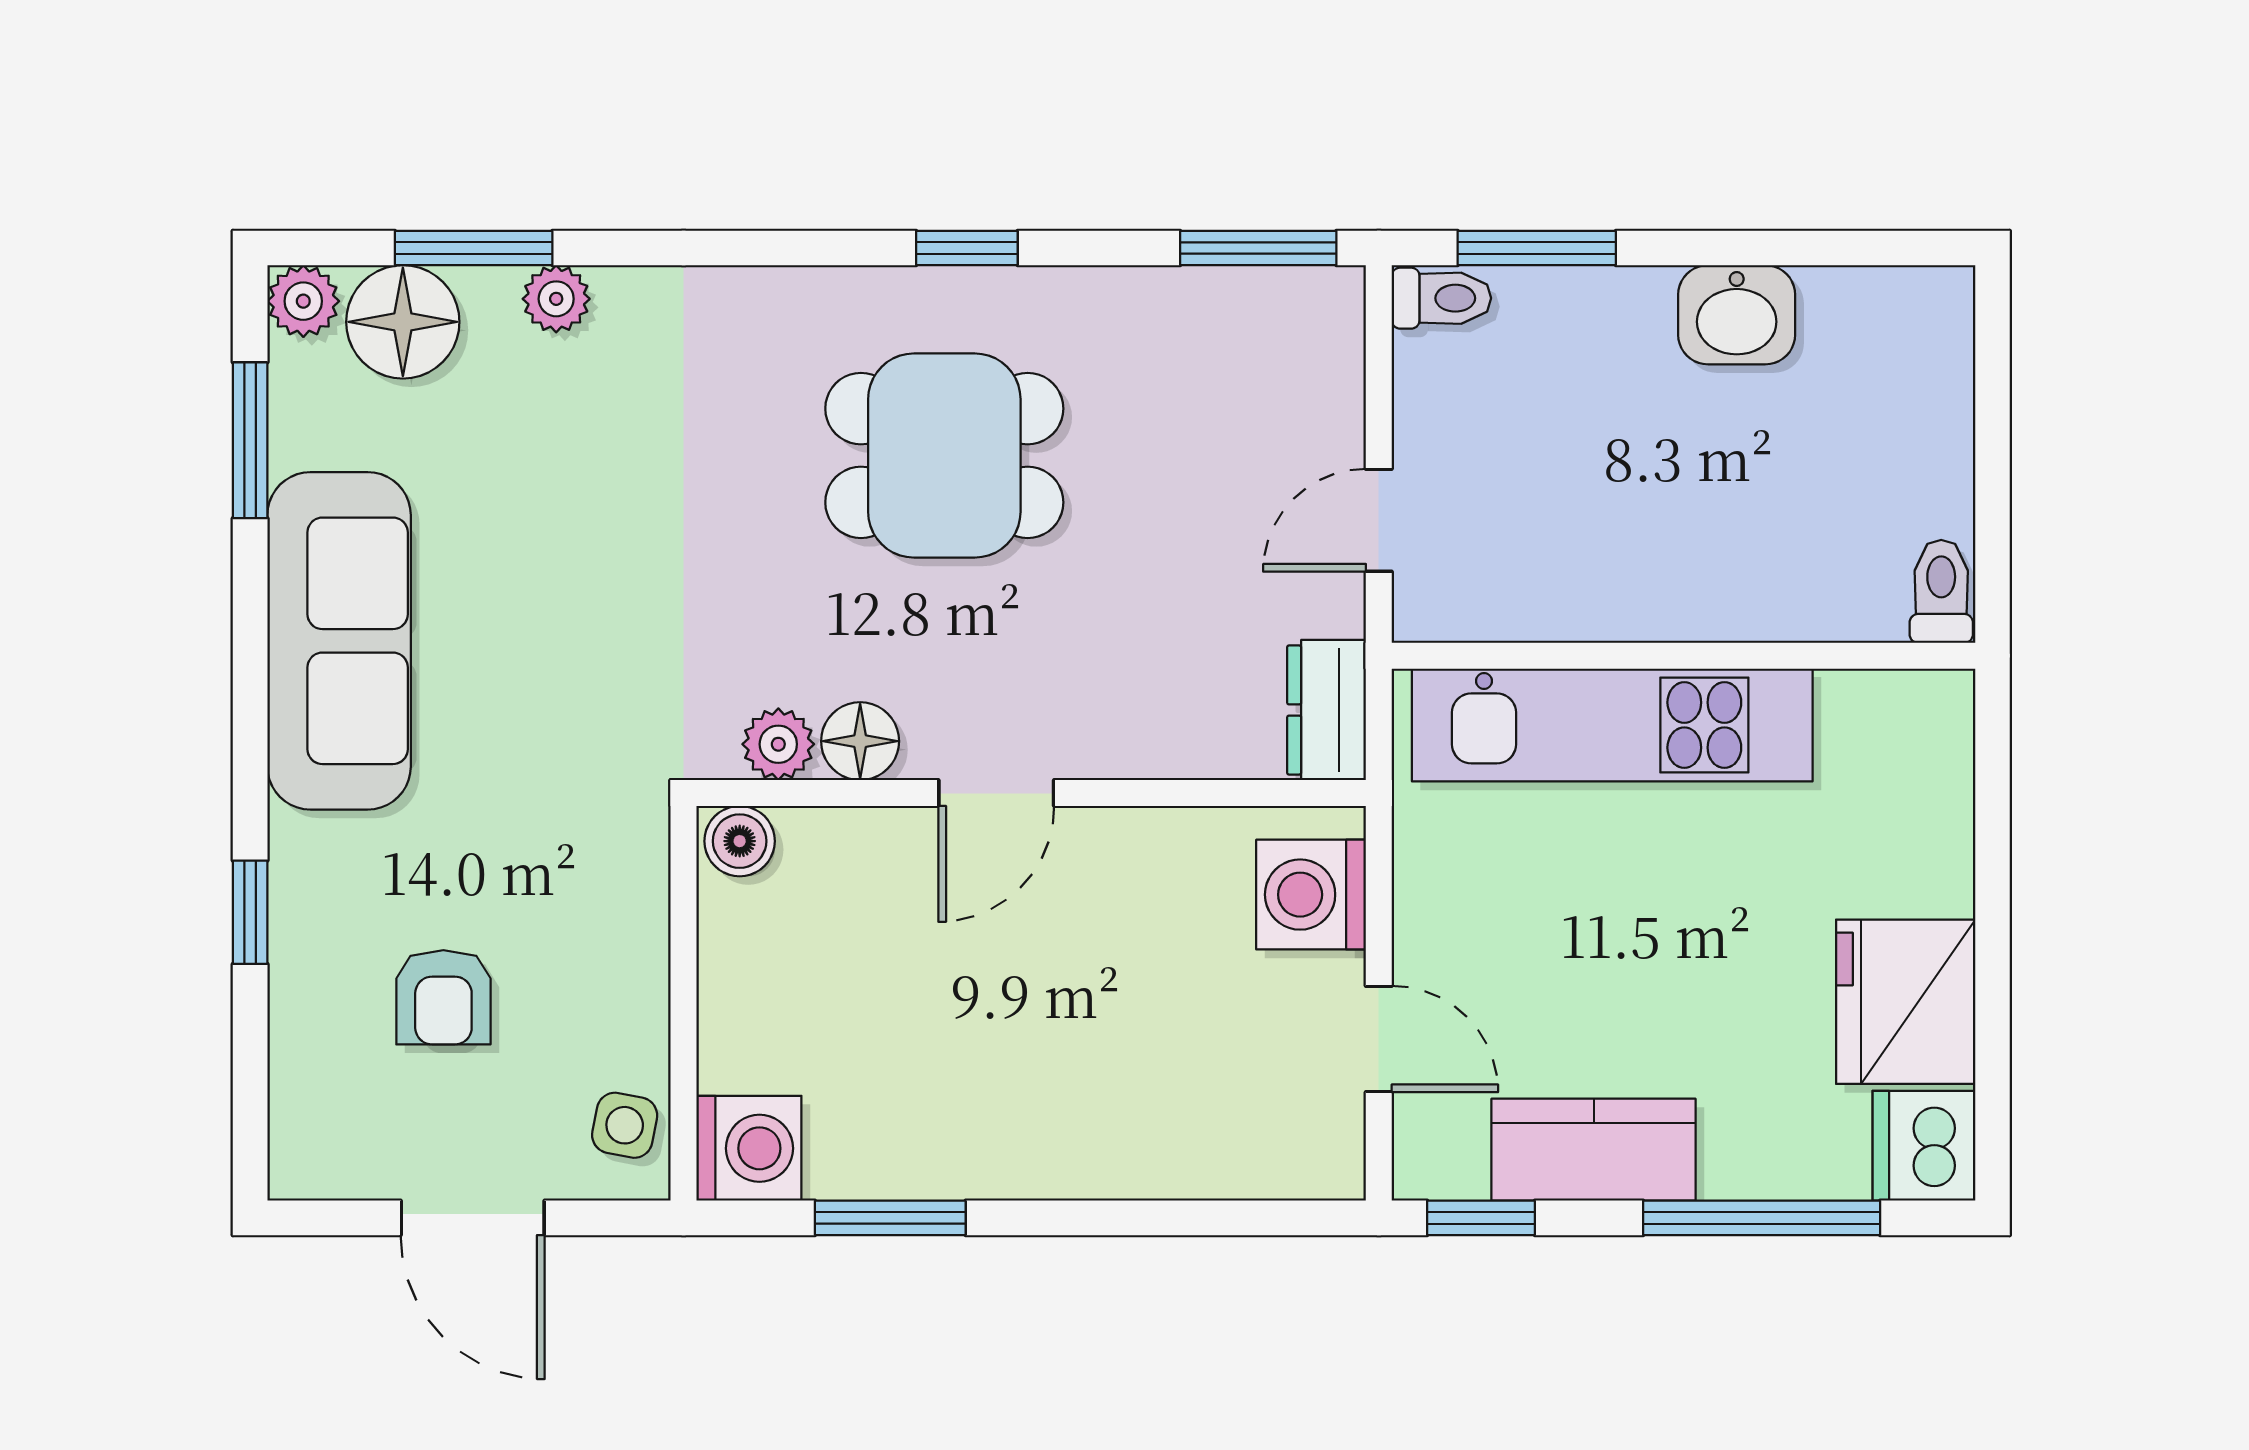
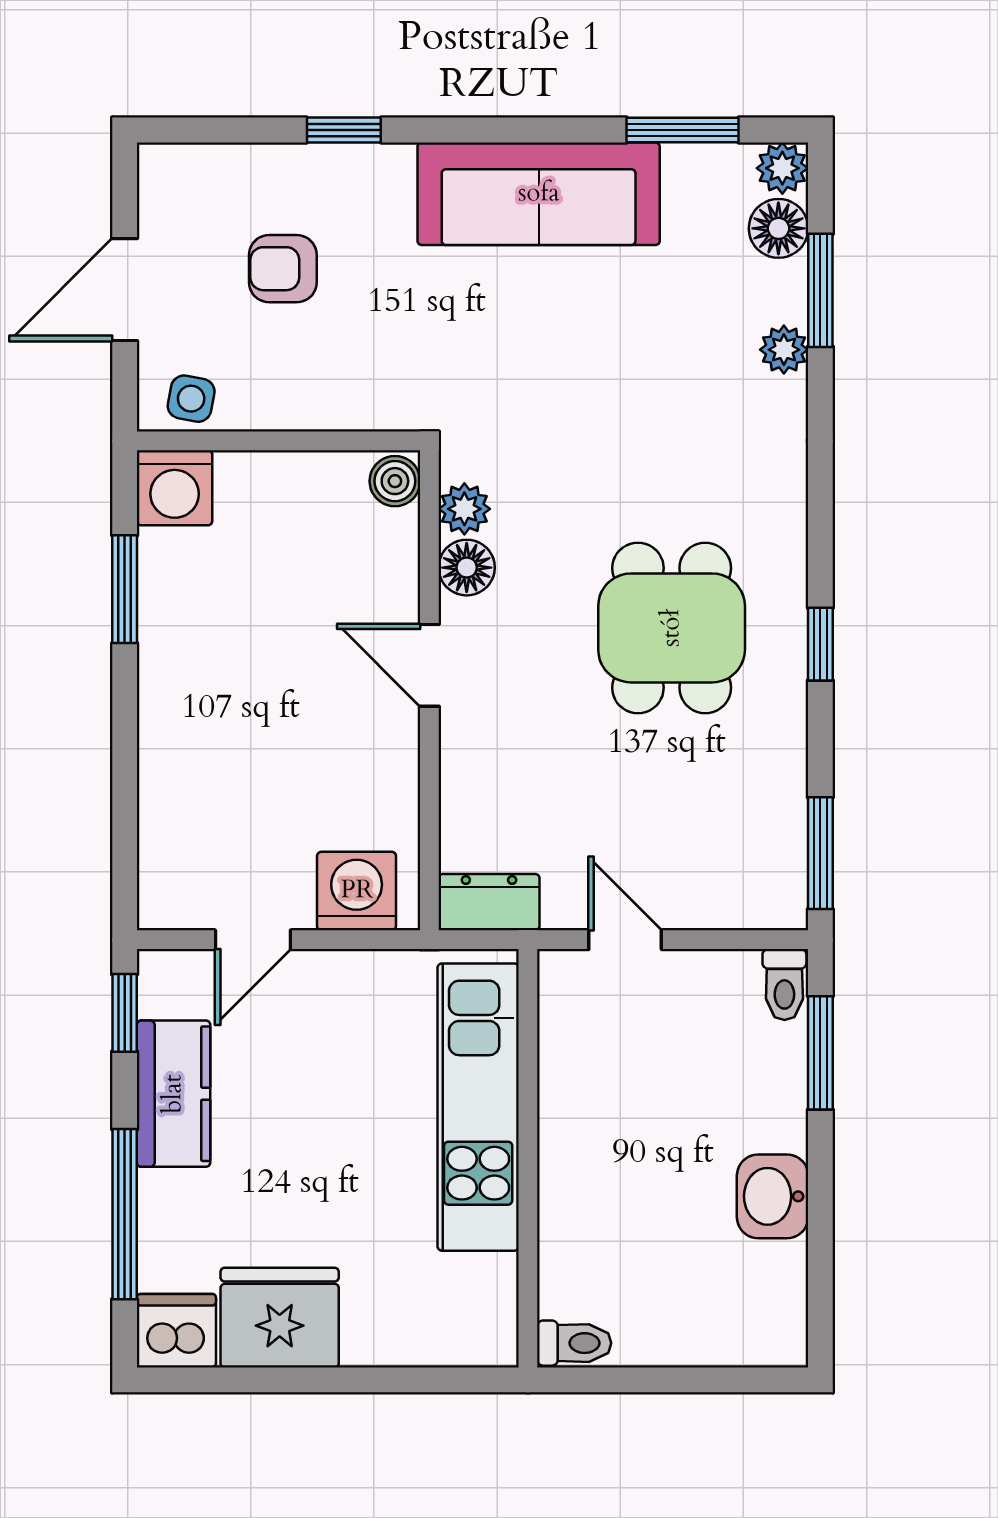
floor lamp: (403, 322) -> (778, 228), width x0.73, depth x0.73

